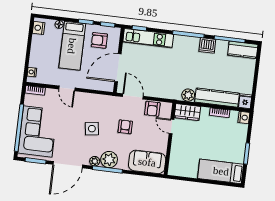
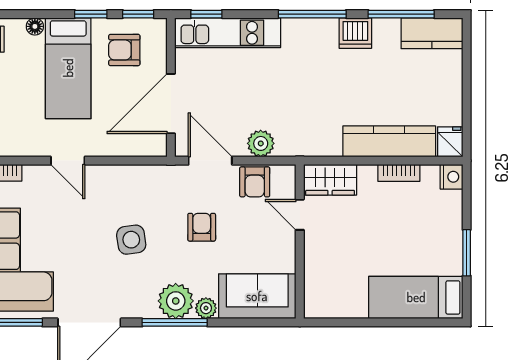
plant: (188, 95) -> (261, 143), moved
plant: (95, 161) -> (206, 308), moved

